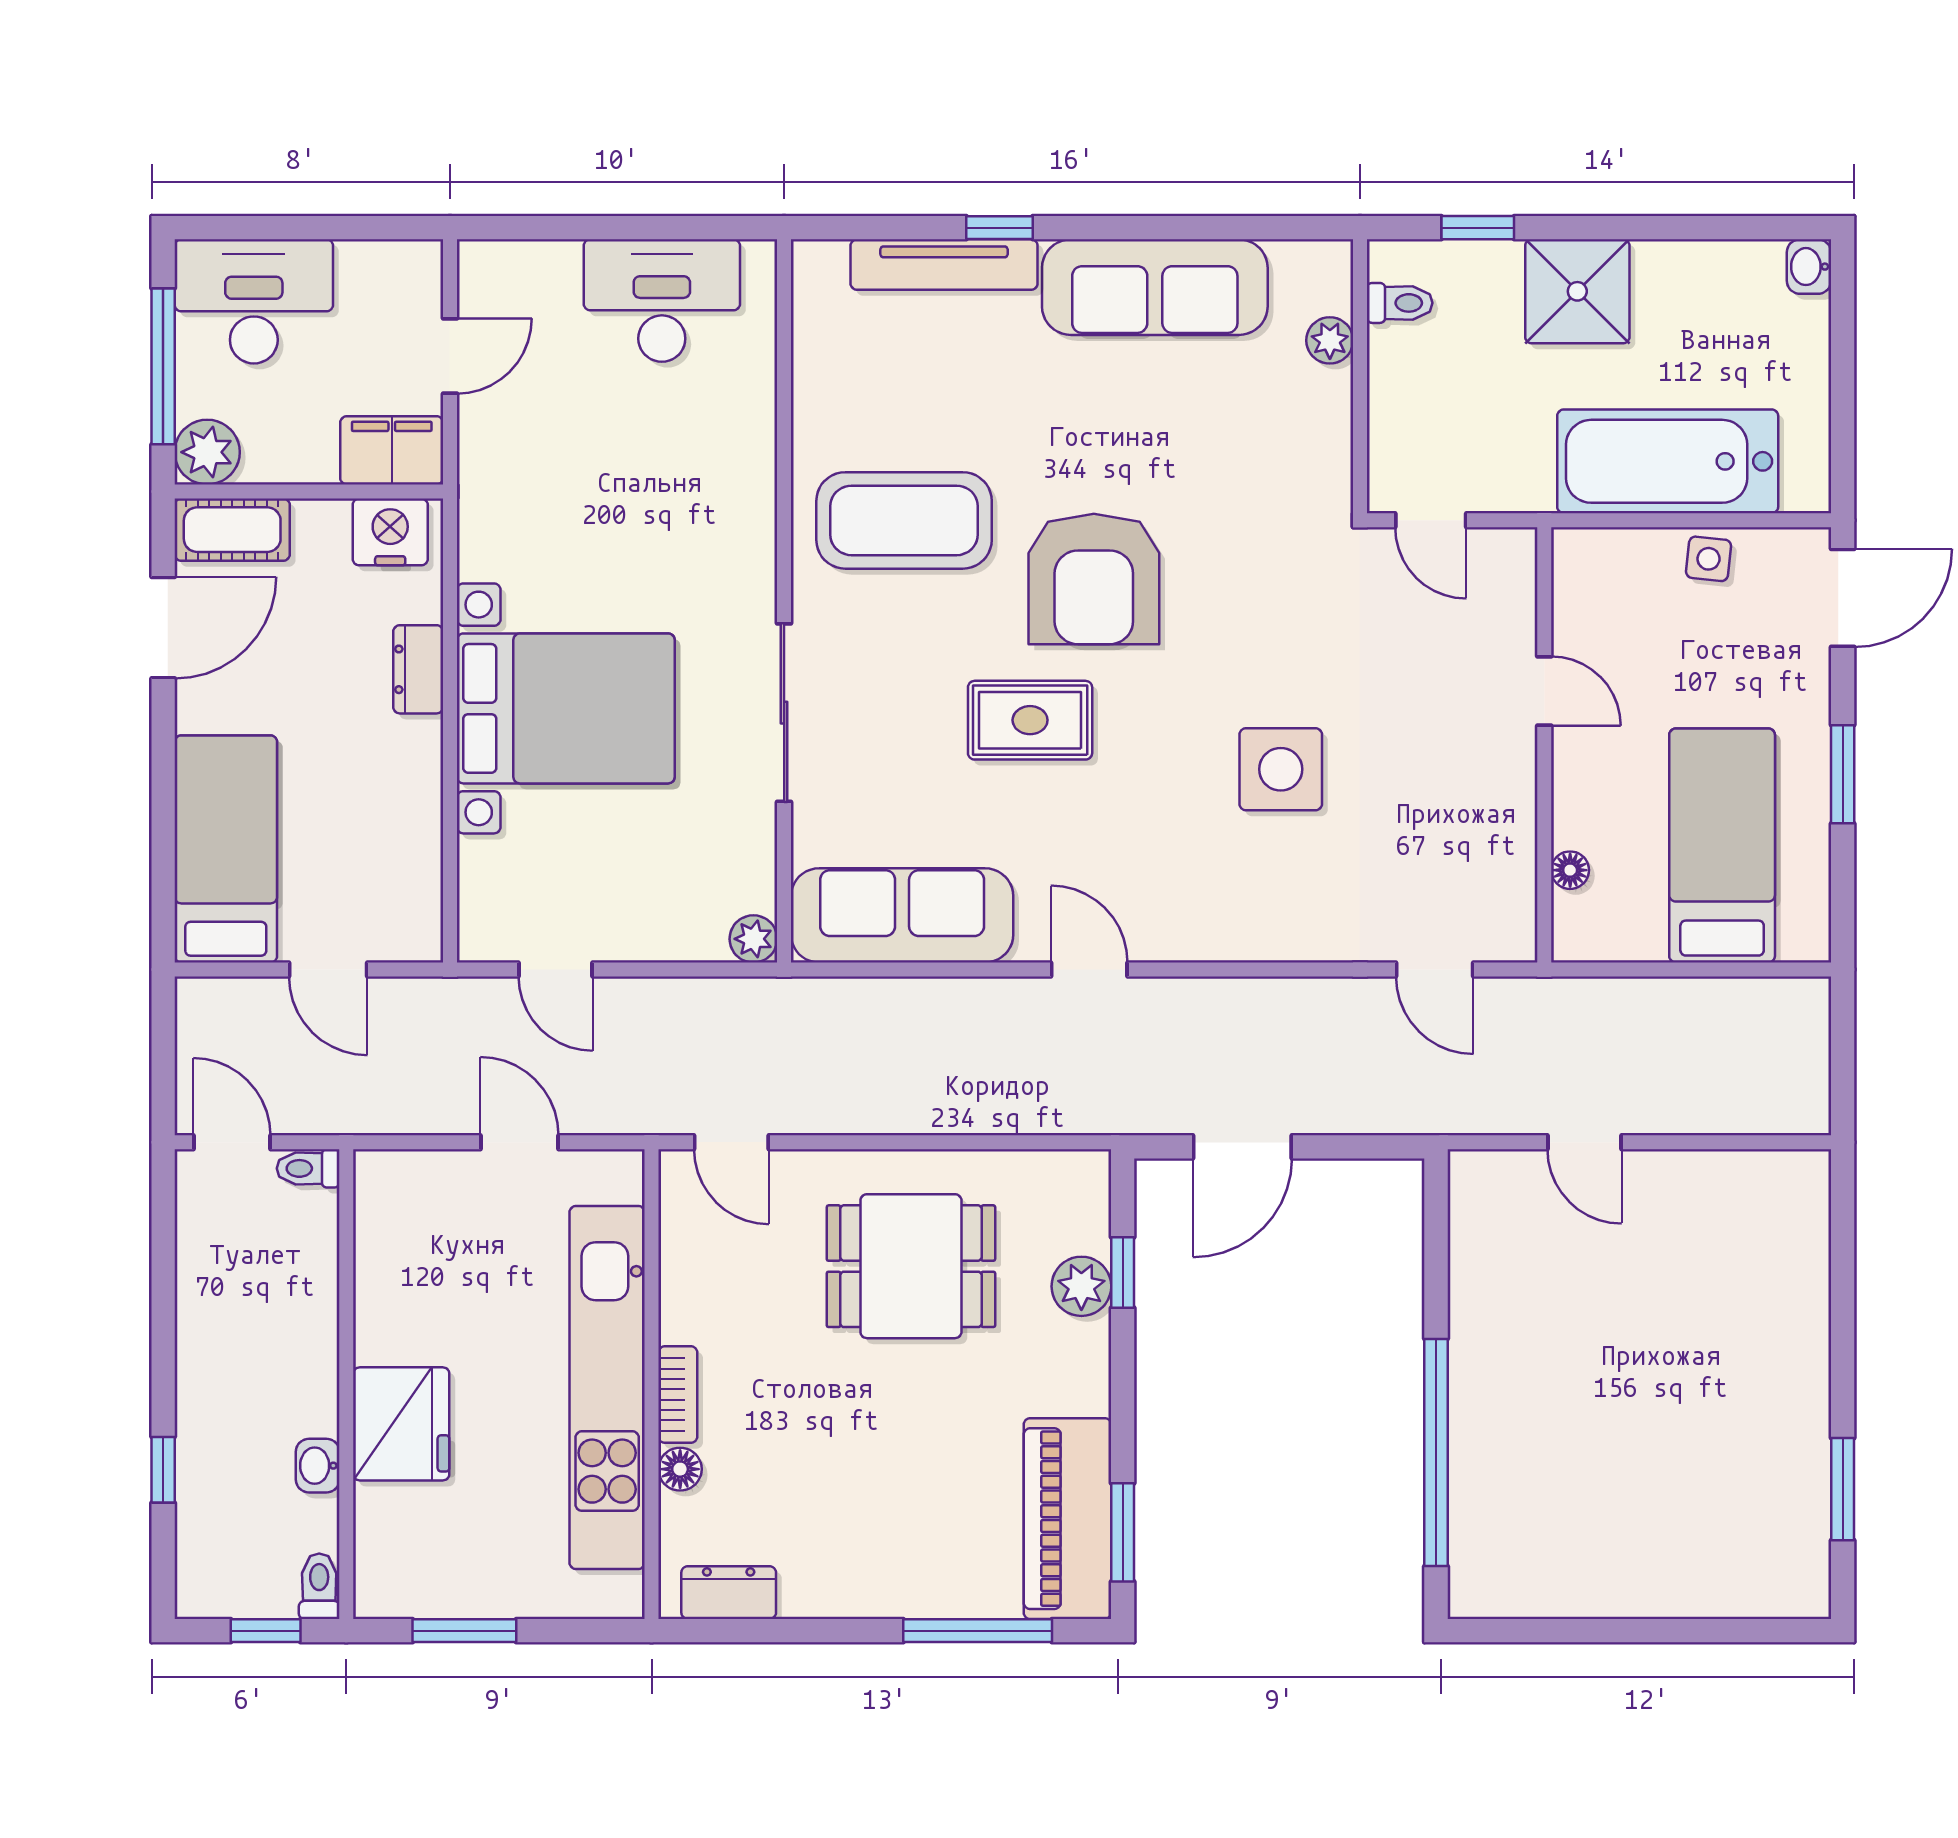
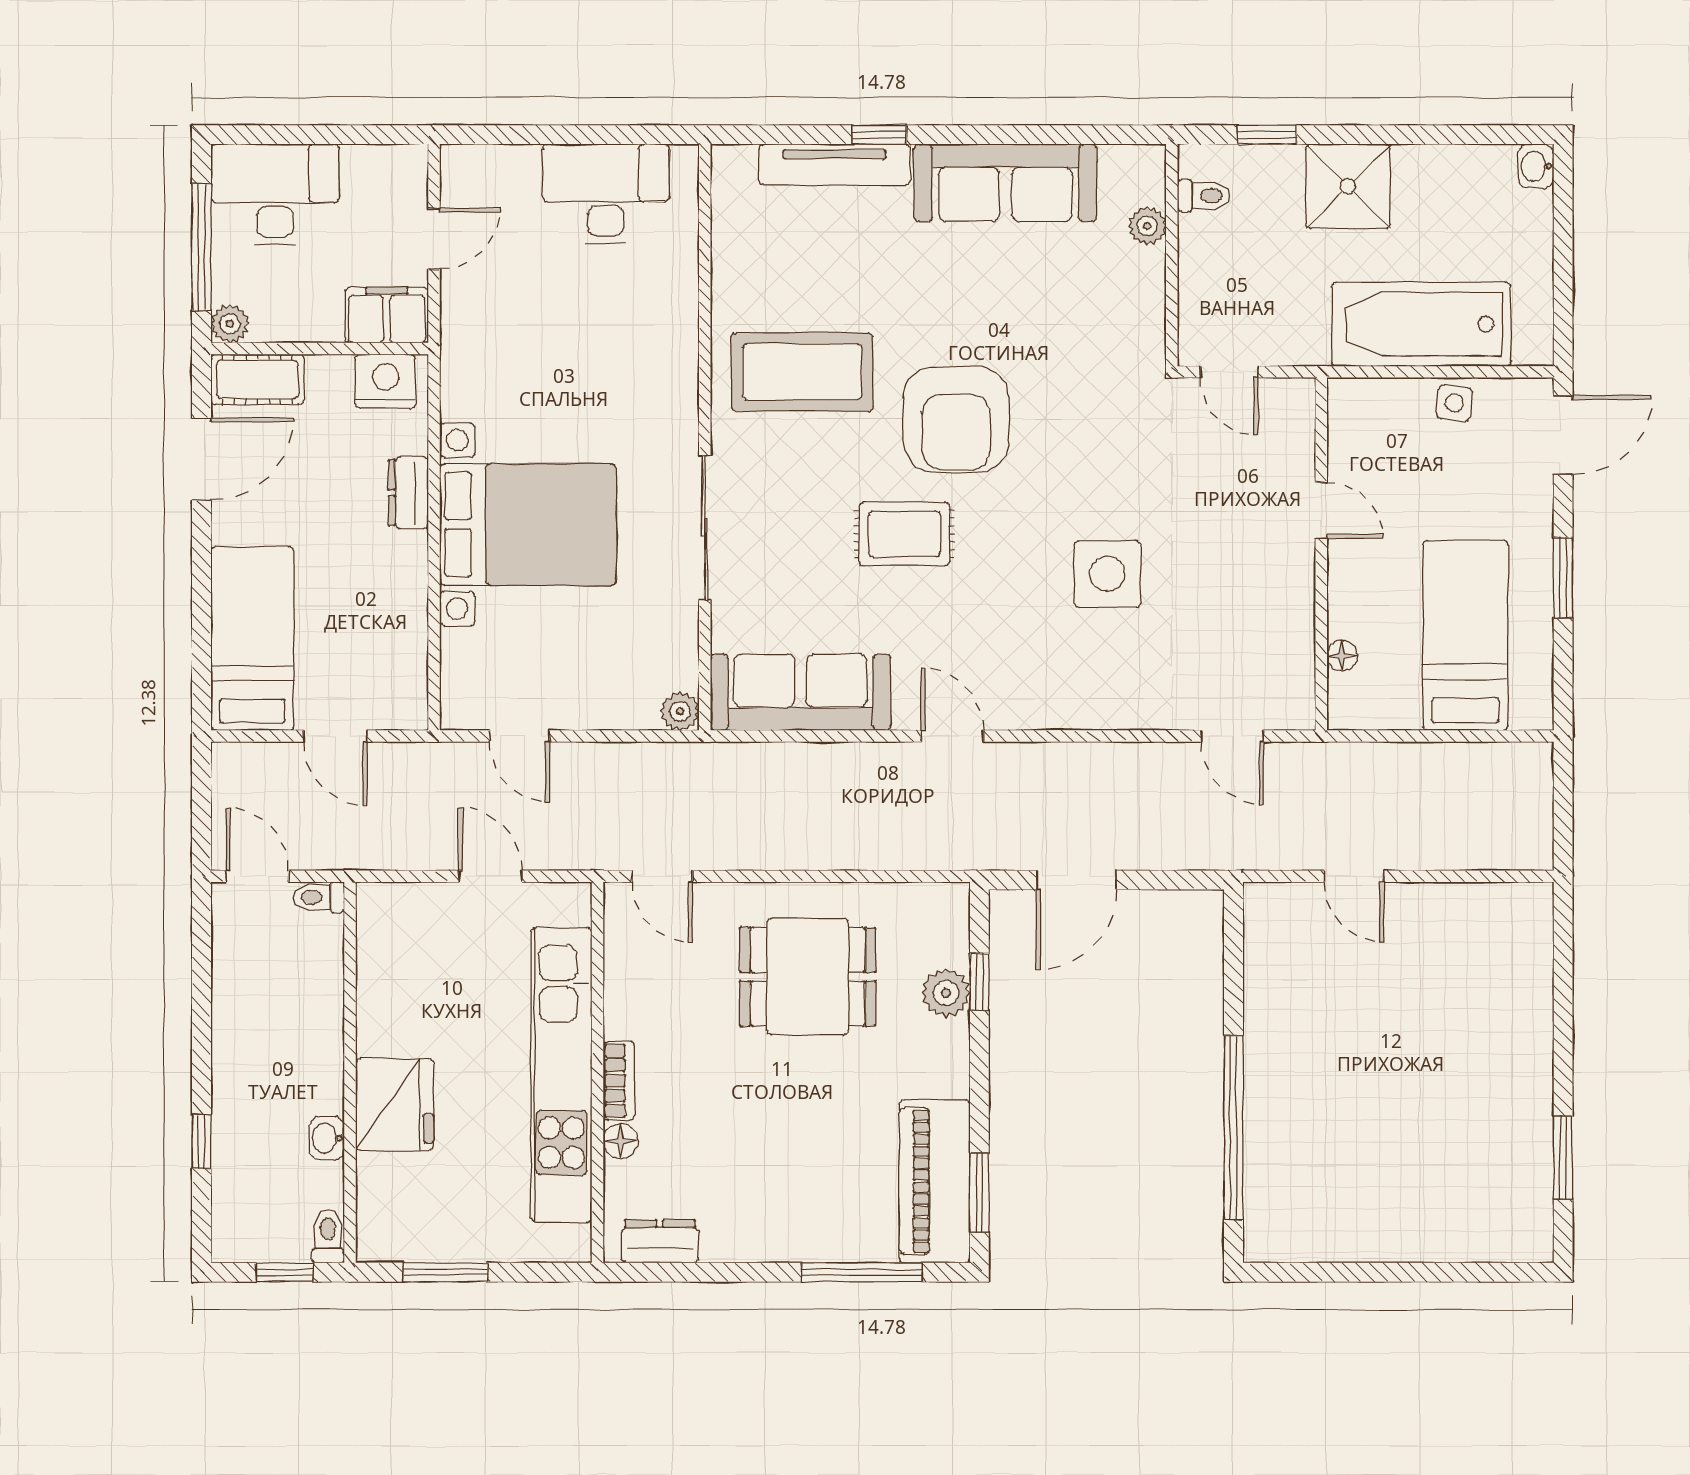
plant: (207, 452) -> (230, 324), width x0.73, depth x0.73

